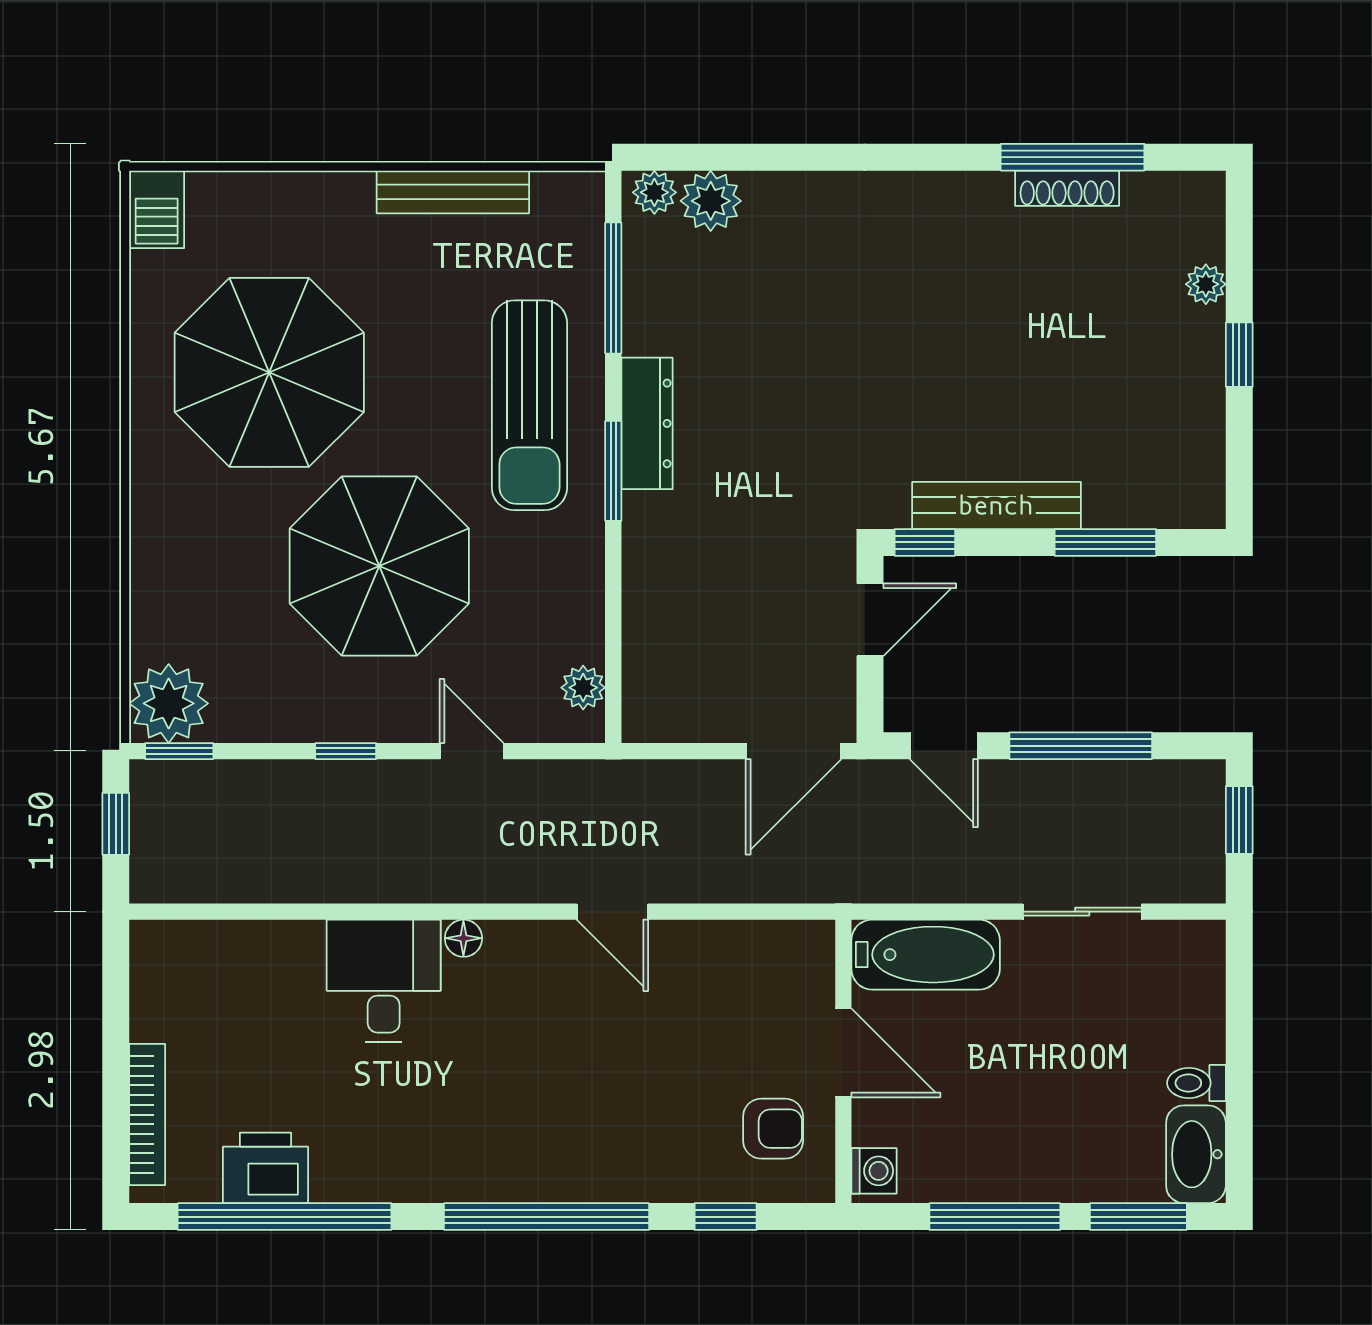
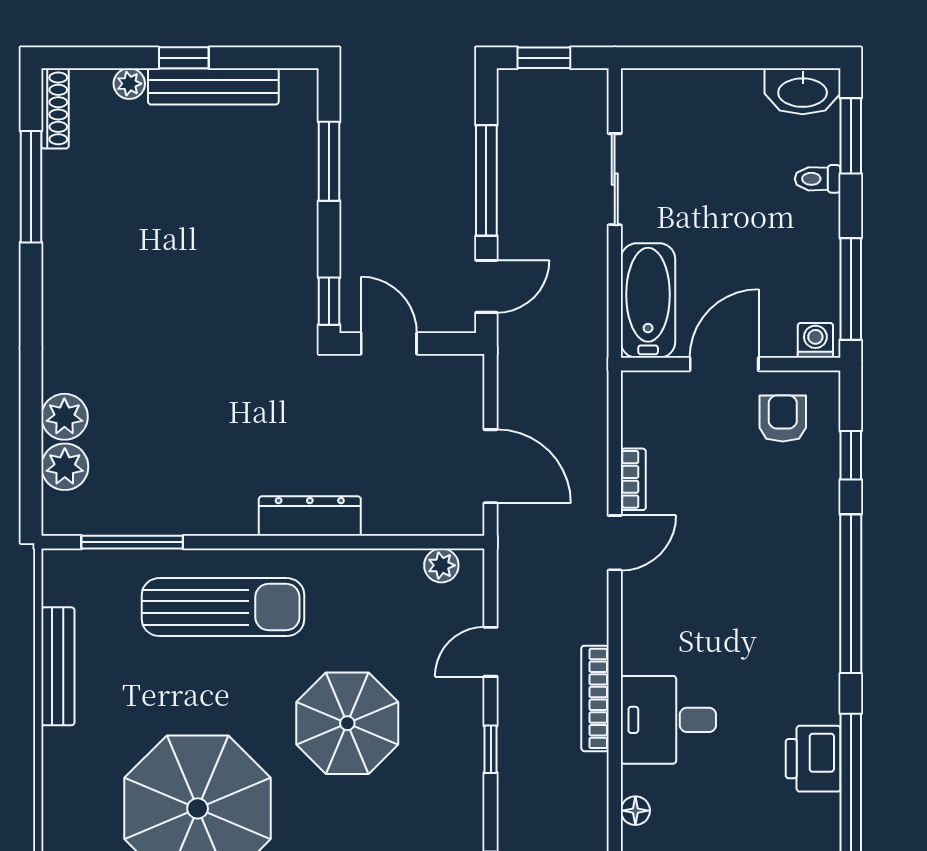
shoe rack: (1067, 188) -> (55, 108), moved
plant: (654, 192) -> (64, 417), moved, width x1.38, depth x1.38
dresser: (647, 423) -> (310, 516), moved
window: (613, 471) -> (274, 542), removed
bench: (996, 505) -> (213, 86), moved, turned 90
parasol: (379, 566) -> (347, 723), width x0.73, depth x0.73
door: (793, 751) -> (491, 466), moved
bookcase: (411, 886) -> (595, 698), added
bookcase: (694, 936) -> (633, 479), added
floor lamp: (463, 938) -> (635, 811), moved
toilet: (1197, 1083) -> (818, 179), moved, turned 90
printer: (265, 1168) -> (813, 759), moved
window: (995, 1217) -> (851, 289), moved

